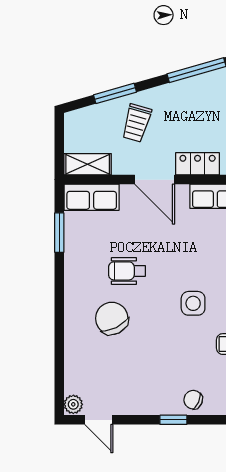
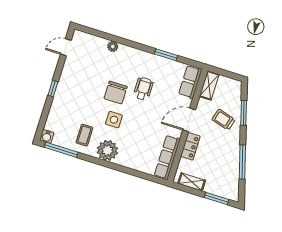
window: (59, 233) -> (166, 55), moved
chair: (112, 318) -> (116, 92), moved, turned 117
chair: (193, 400) -> (61, 103), removed
plant: (73, 404) -> (113, 46), moved

